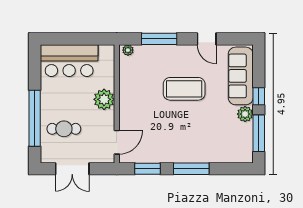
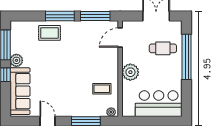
coffee table: (184, 89) -> (102, 89), moved, width x0.54, depth x0.58
rug: (204, 148) -> (49, 33), added
window: (147, 169) -> (95, 16), width x1.44

